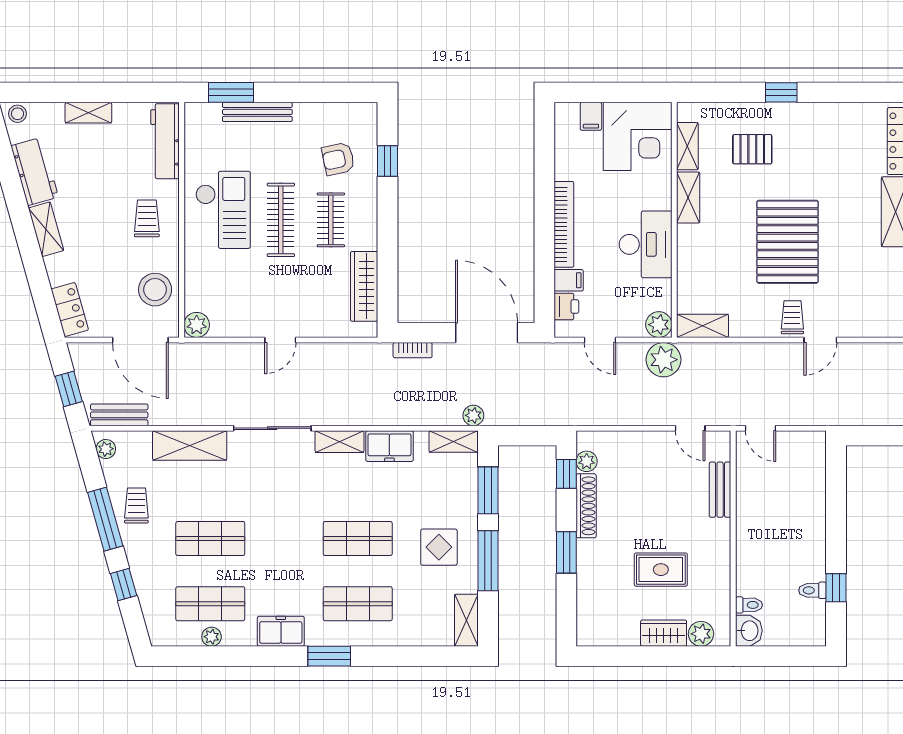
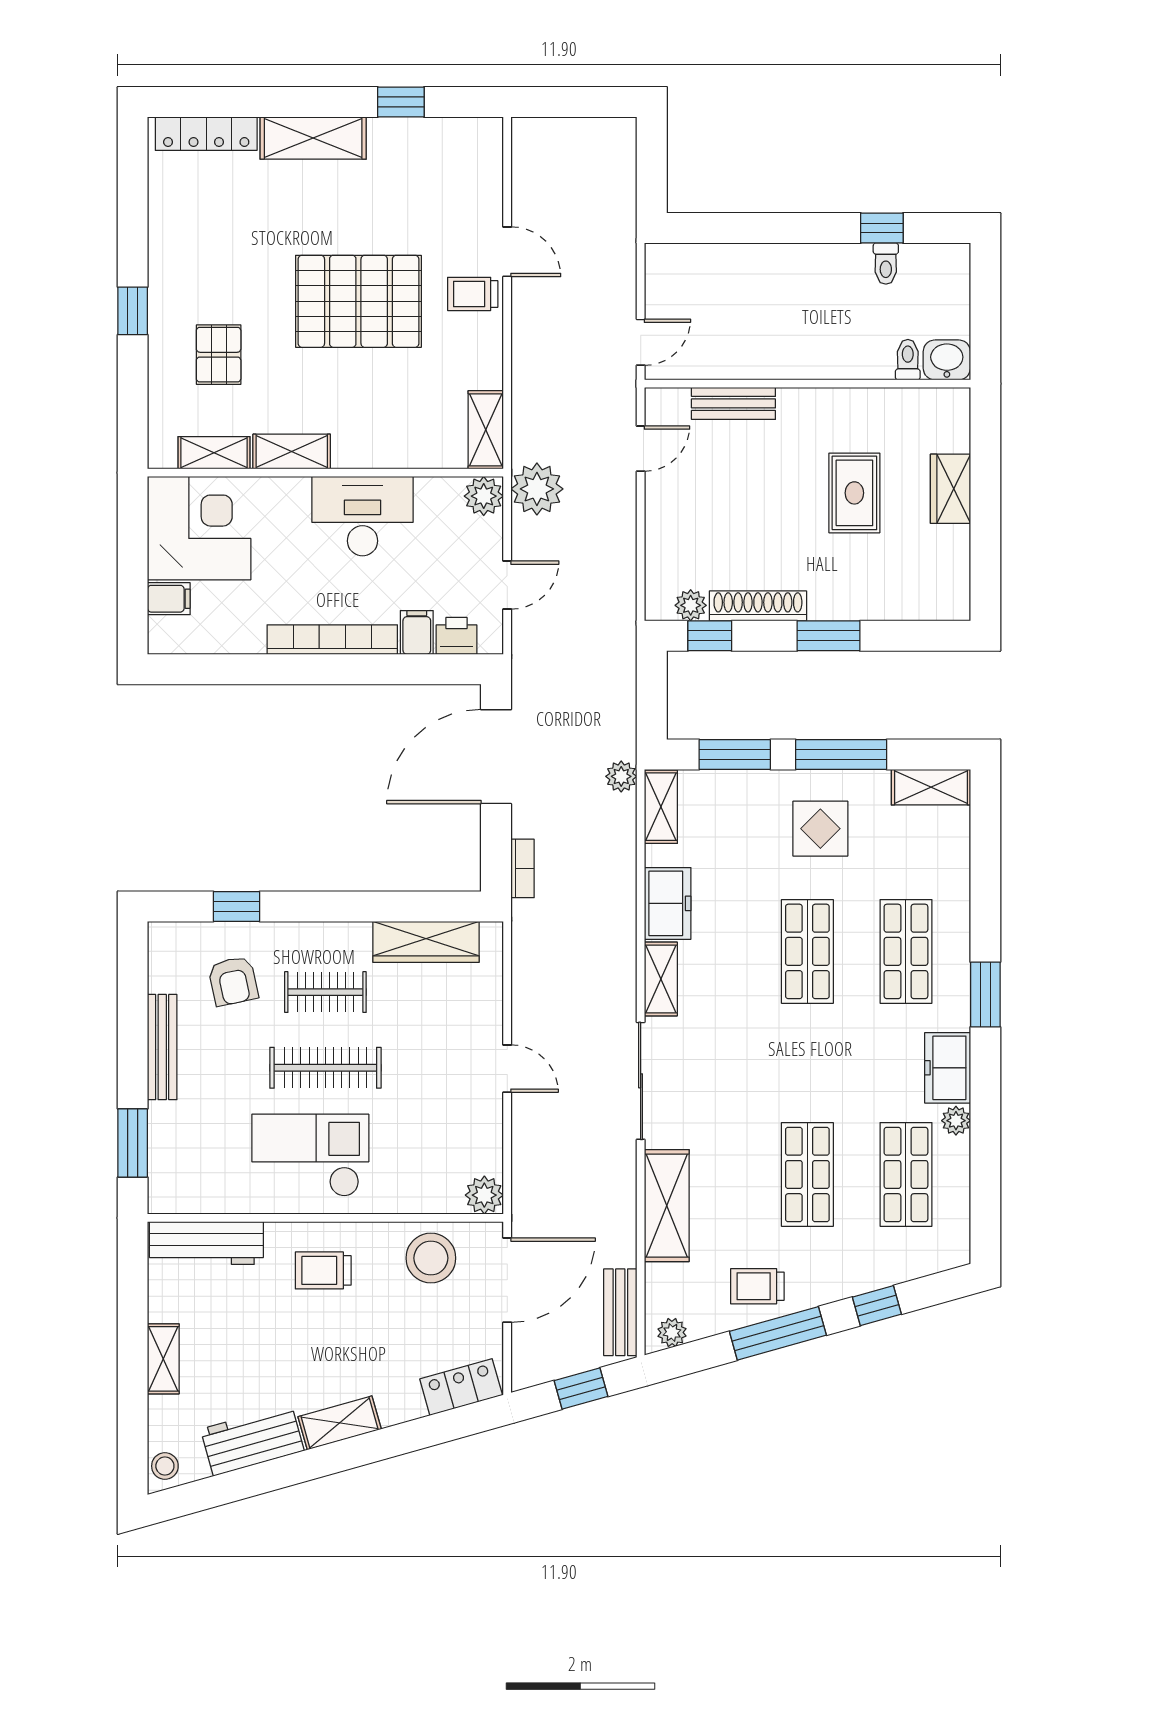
bench: (257, 112) -> (162, 1047), moved
plant: (701, 634) -> (951, 432), removed
plant: (212, 637) -> (956, 1121), moved

